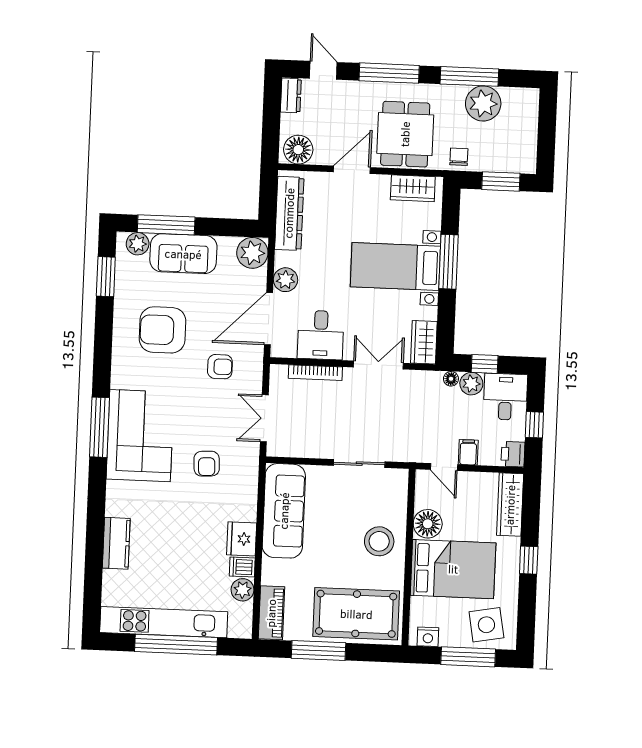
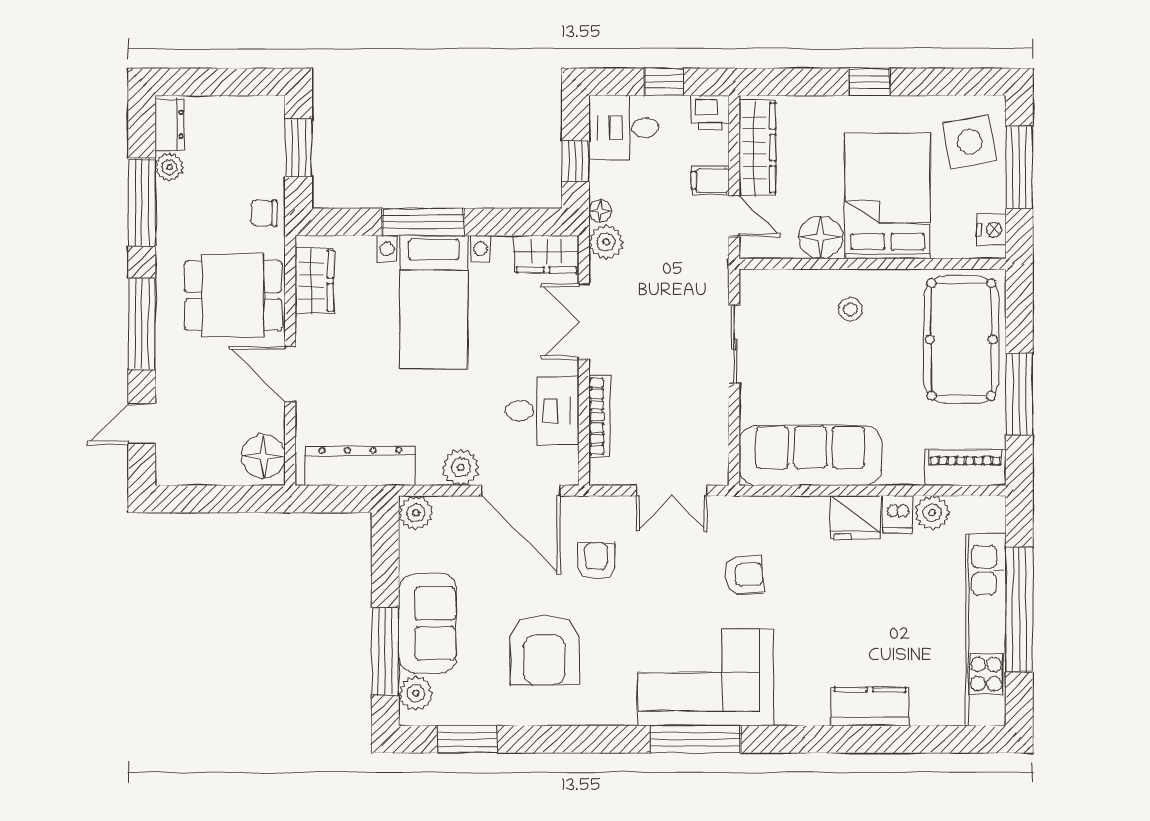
dresser: (291, 95) -> (170, 124), moved, turned 90
plant: (483, 103) -> (169, 167), width x0.53, depth x0.53
plant: (252, 253) -> (416, 513), width x0.73, depth x0.73
plant: (471, 384) -> (606, 242), moved
door: (444, 467) -> (734, 216), hinge flipped
wardrobe: (510, 505) -> (757, 148), moved, turned -90
stool: (379, 541) -> (850, 309), width x0.53, depth x0.53

